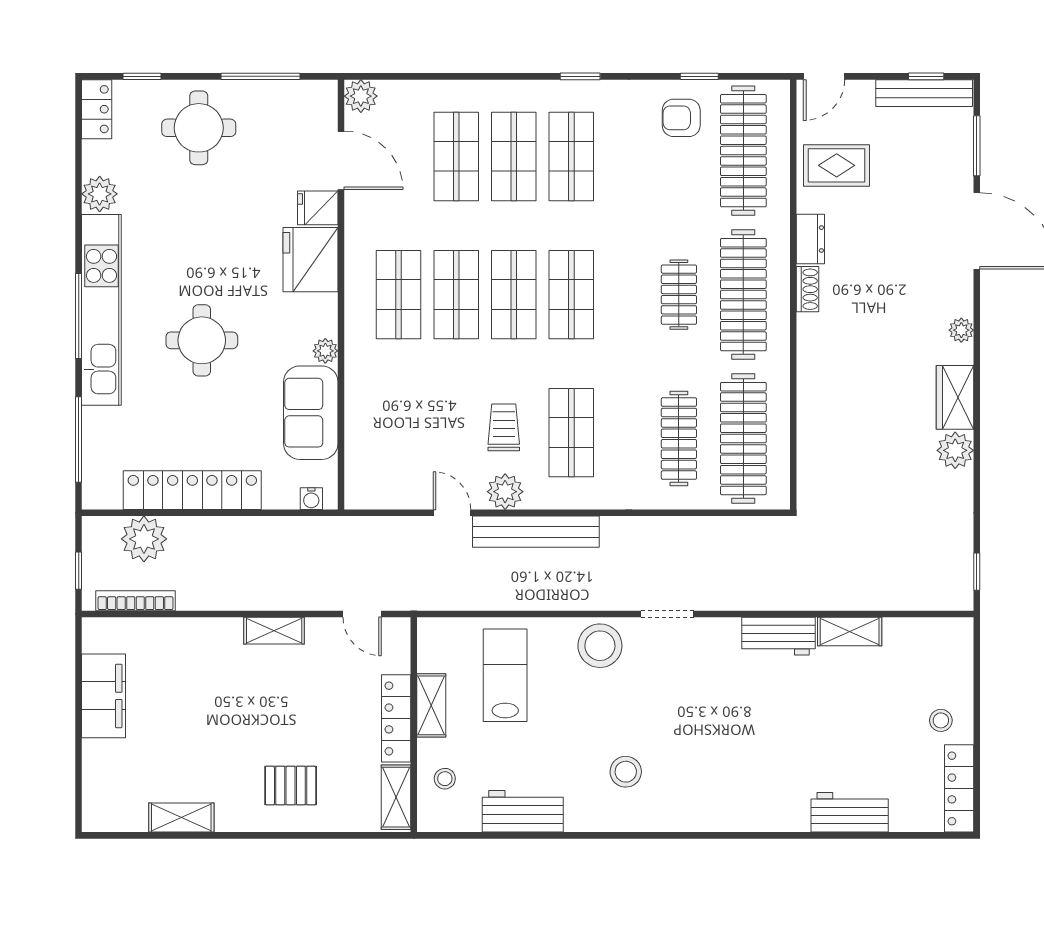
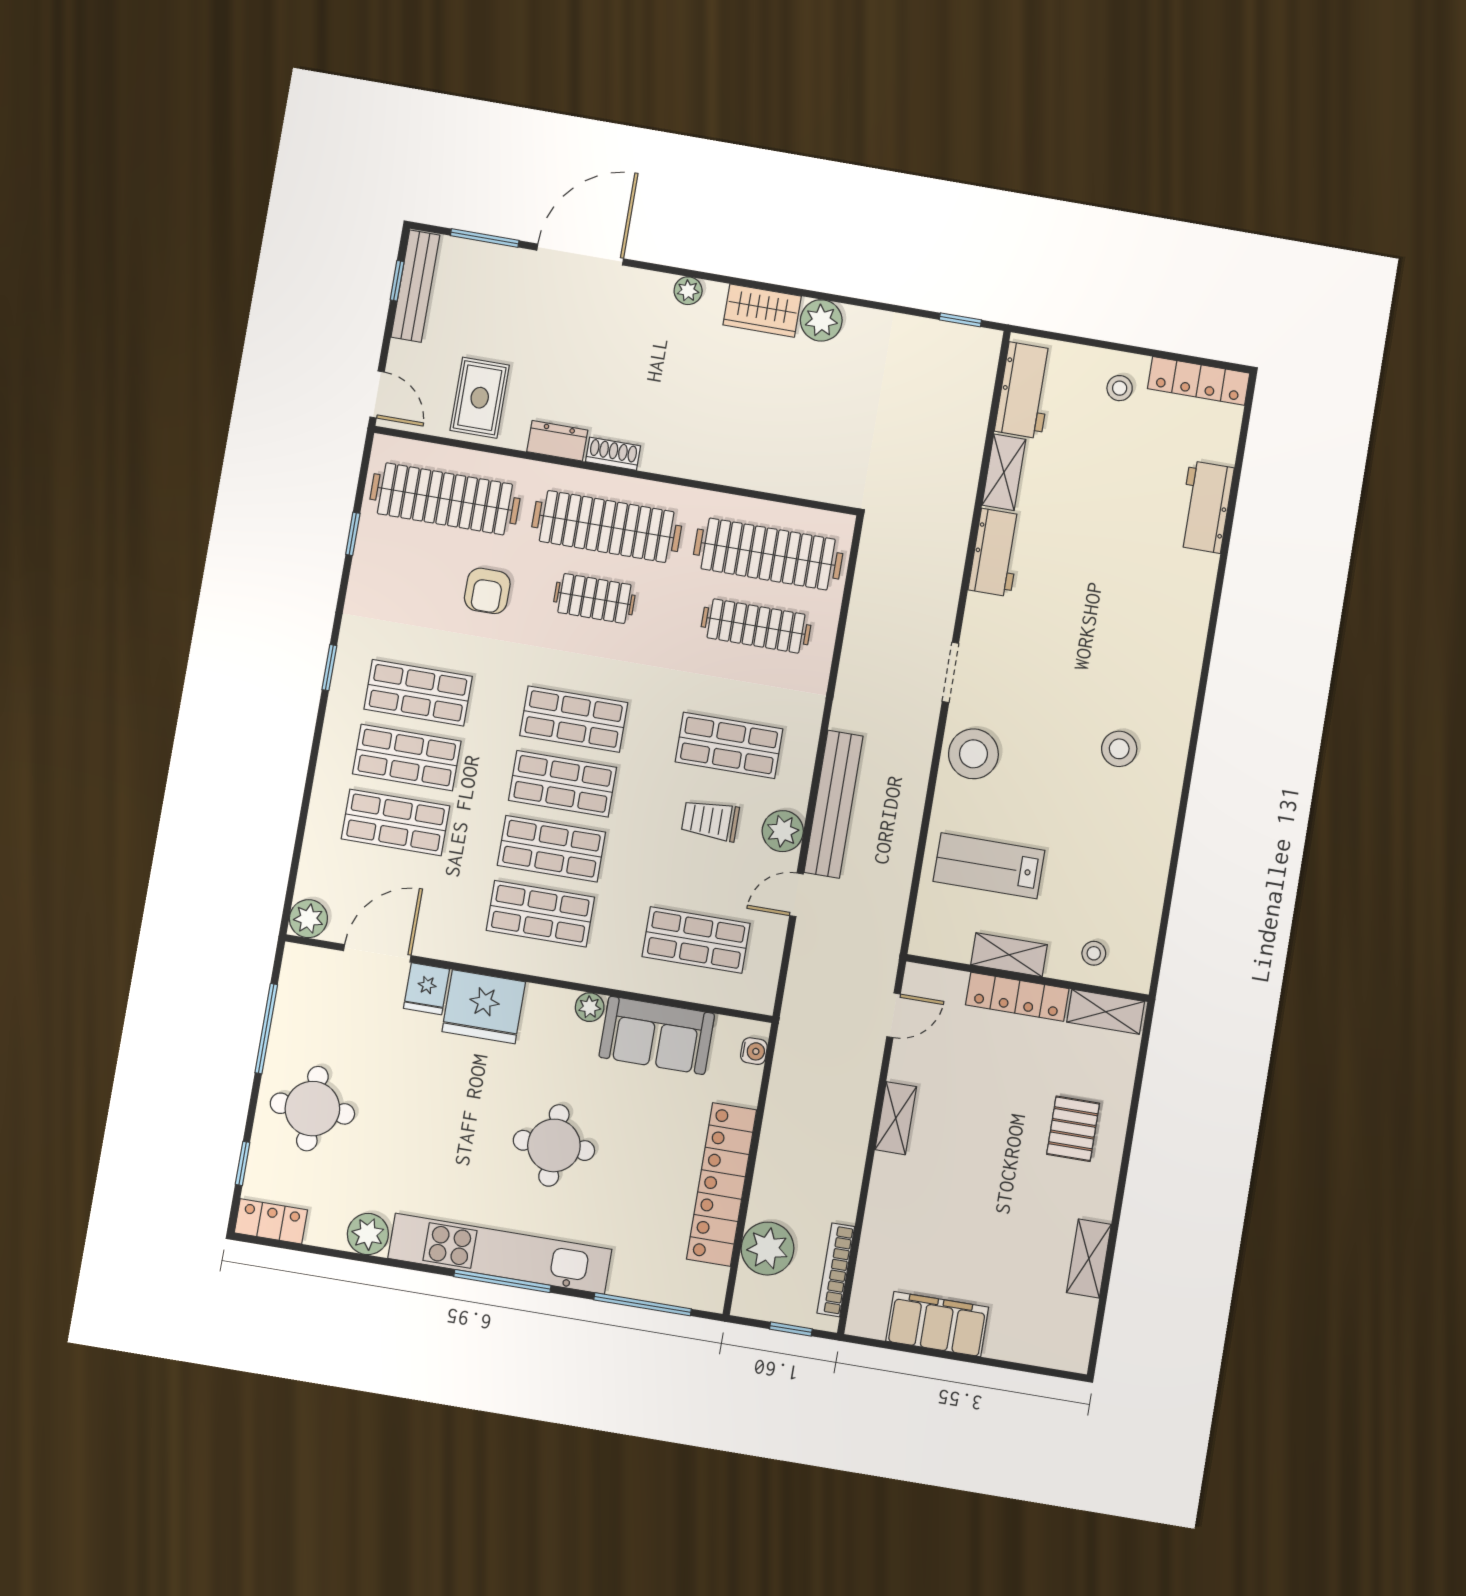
armchair: (681, 118) -> (487, 591), moved
shop shelf: (399, 433) -> (696, 940), added
workbench: (523, 811) -> (1025, 390), moved, turned 180

